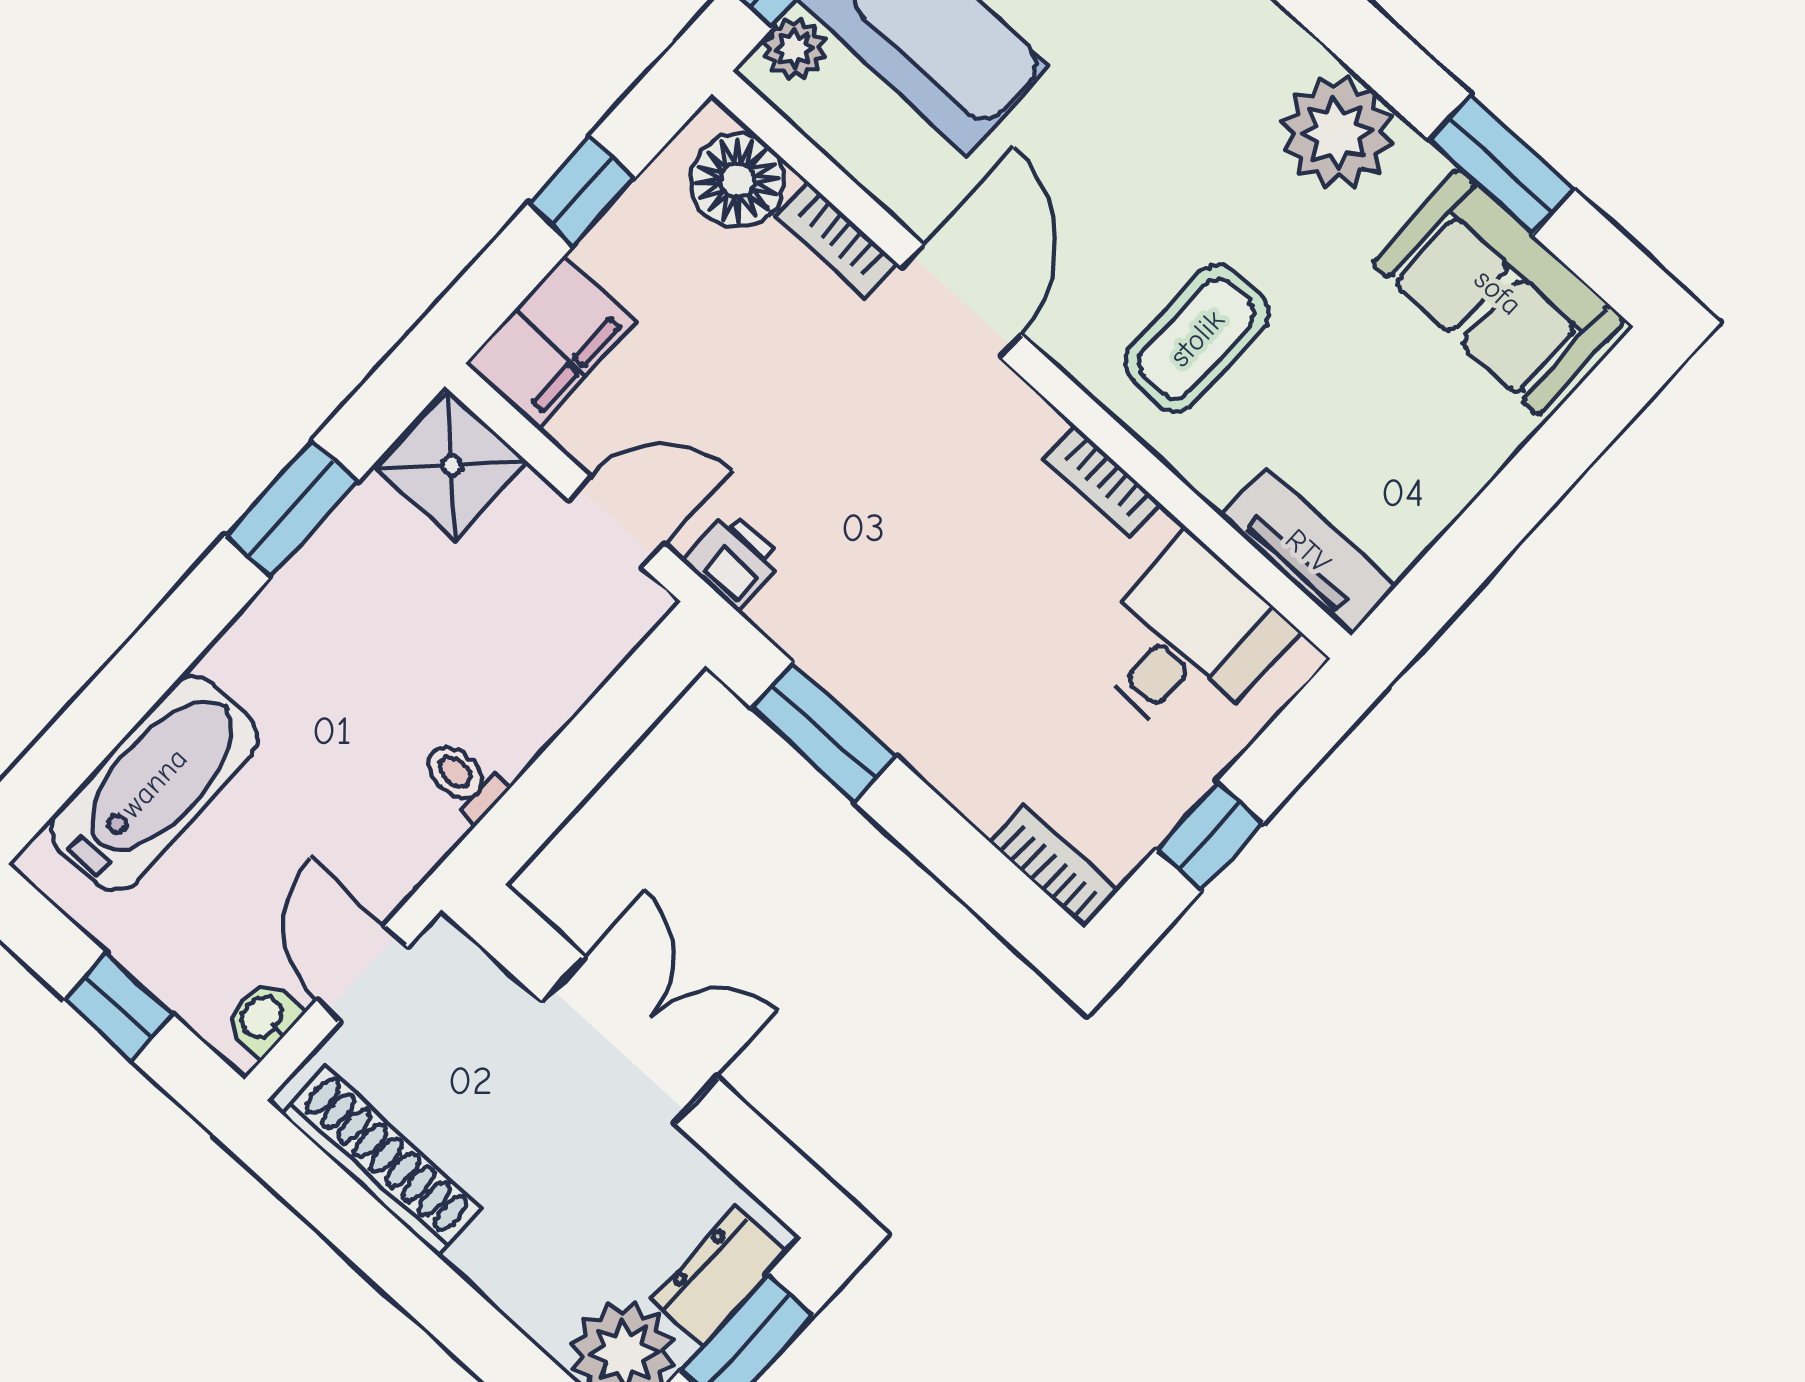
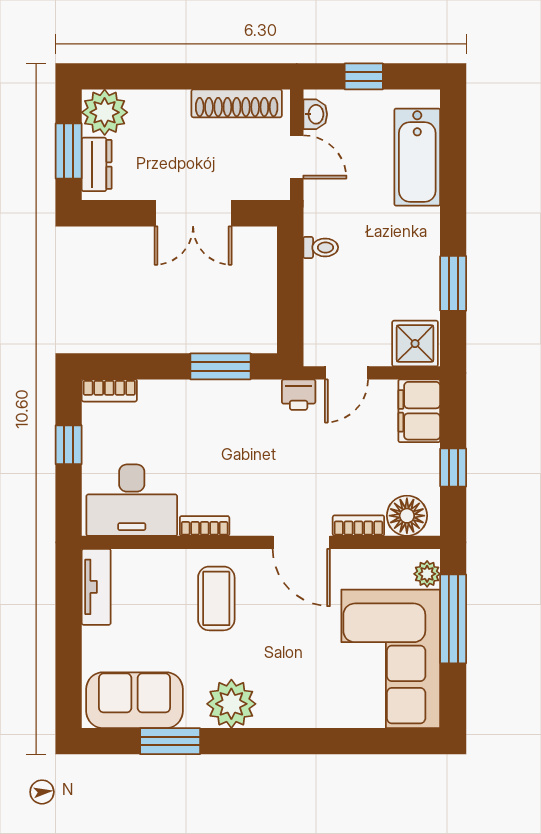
tv unit: (1308, 551) -> (96, 587), moved, turned -90
desk: (1188, 641) -> (132, 500), width x1.37

